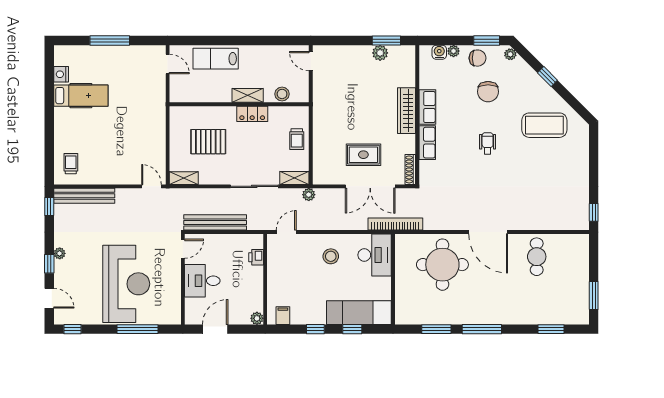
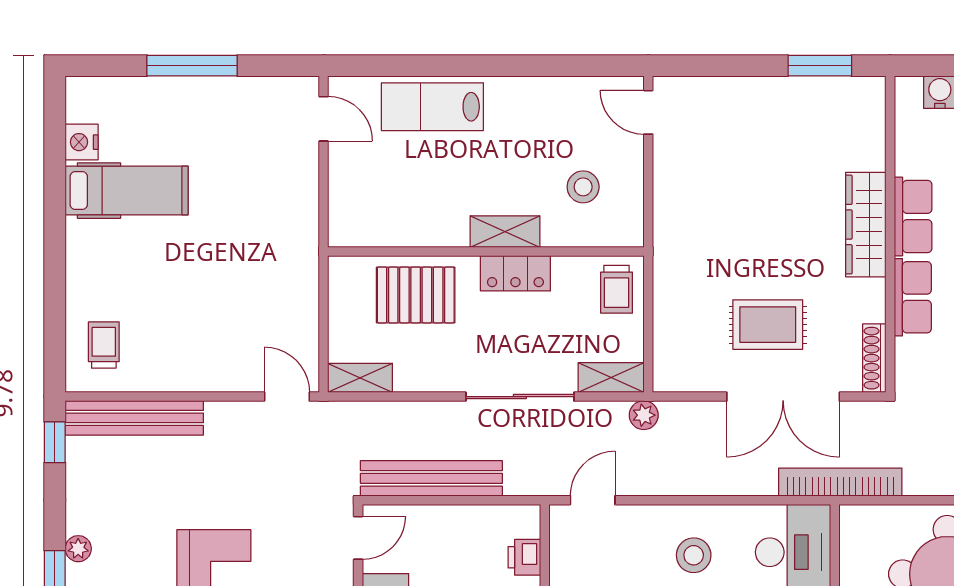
plant: (380, 53) -> (806, 94), removed
shelving: (248, 95) -> (505, 232), moved
wall: (239, 104) -> (486, 251), moved
locker: (252, 114) -> (515, 273), moved

